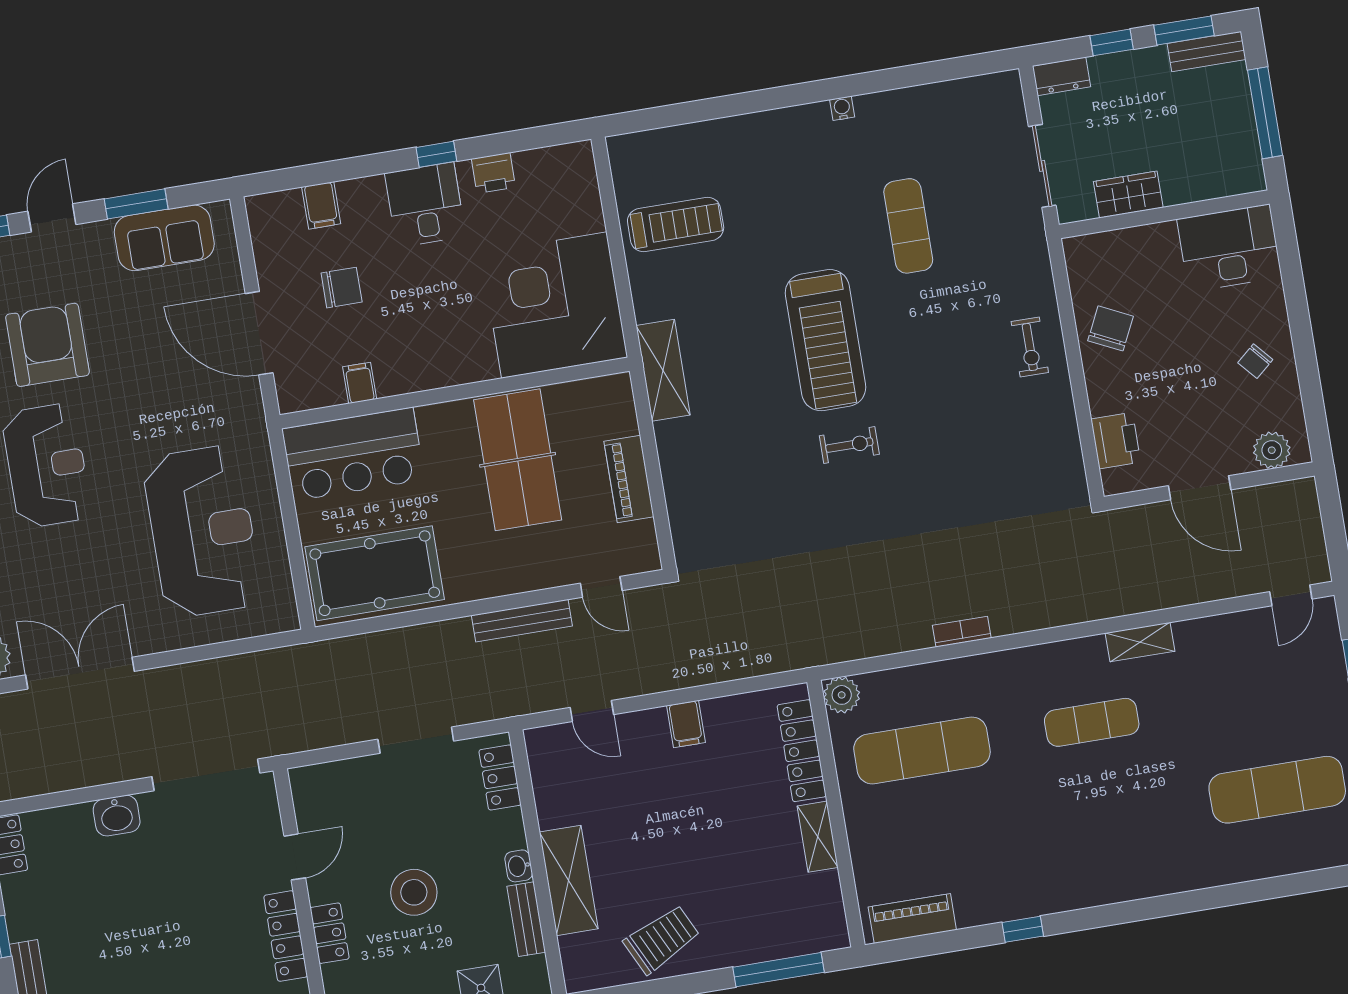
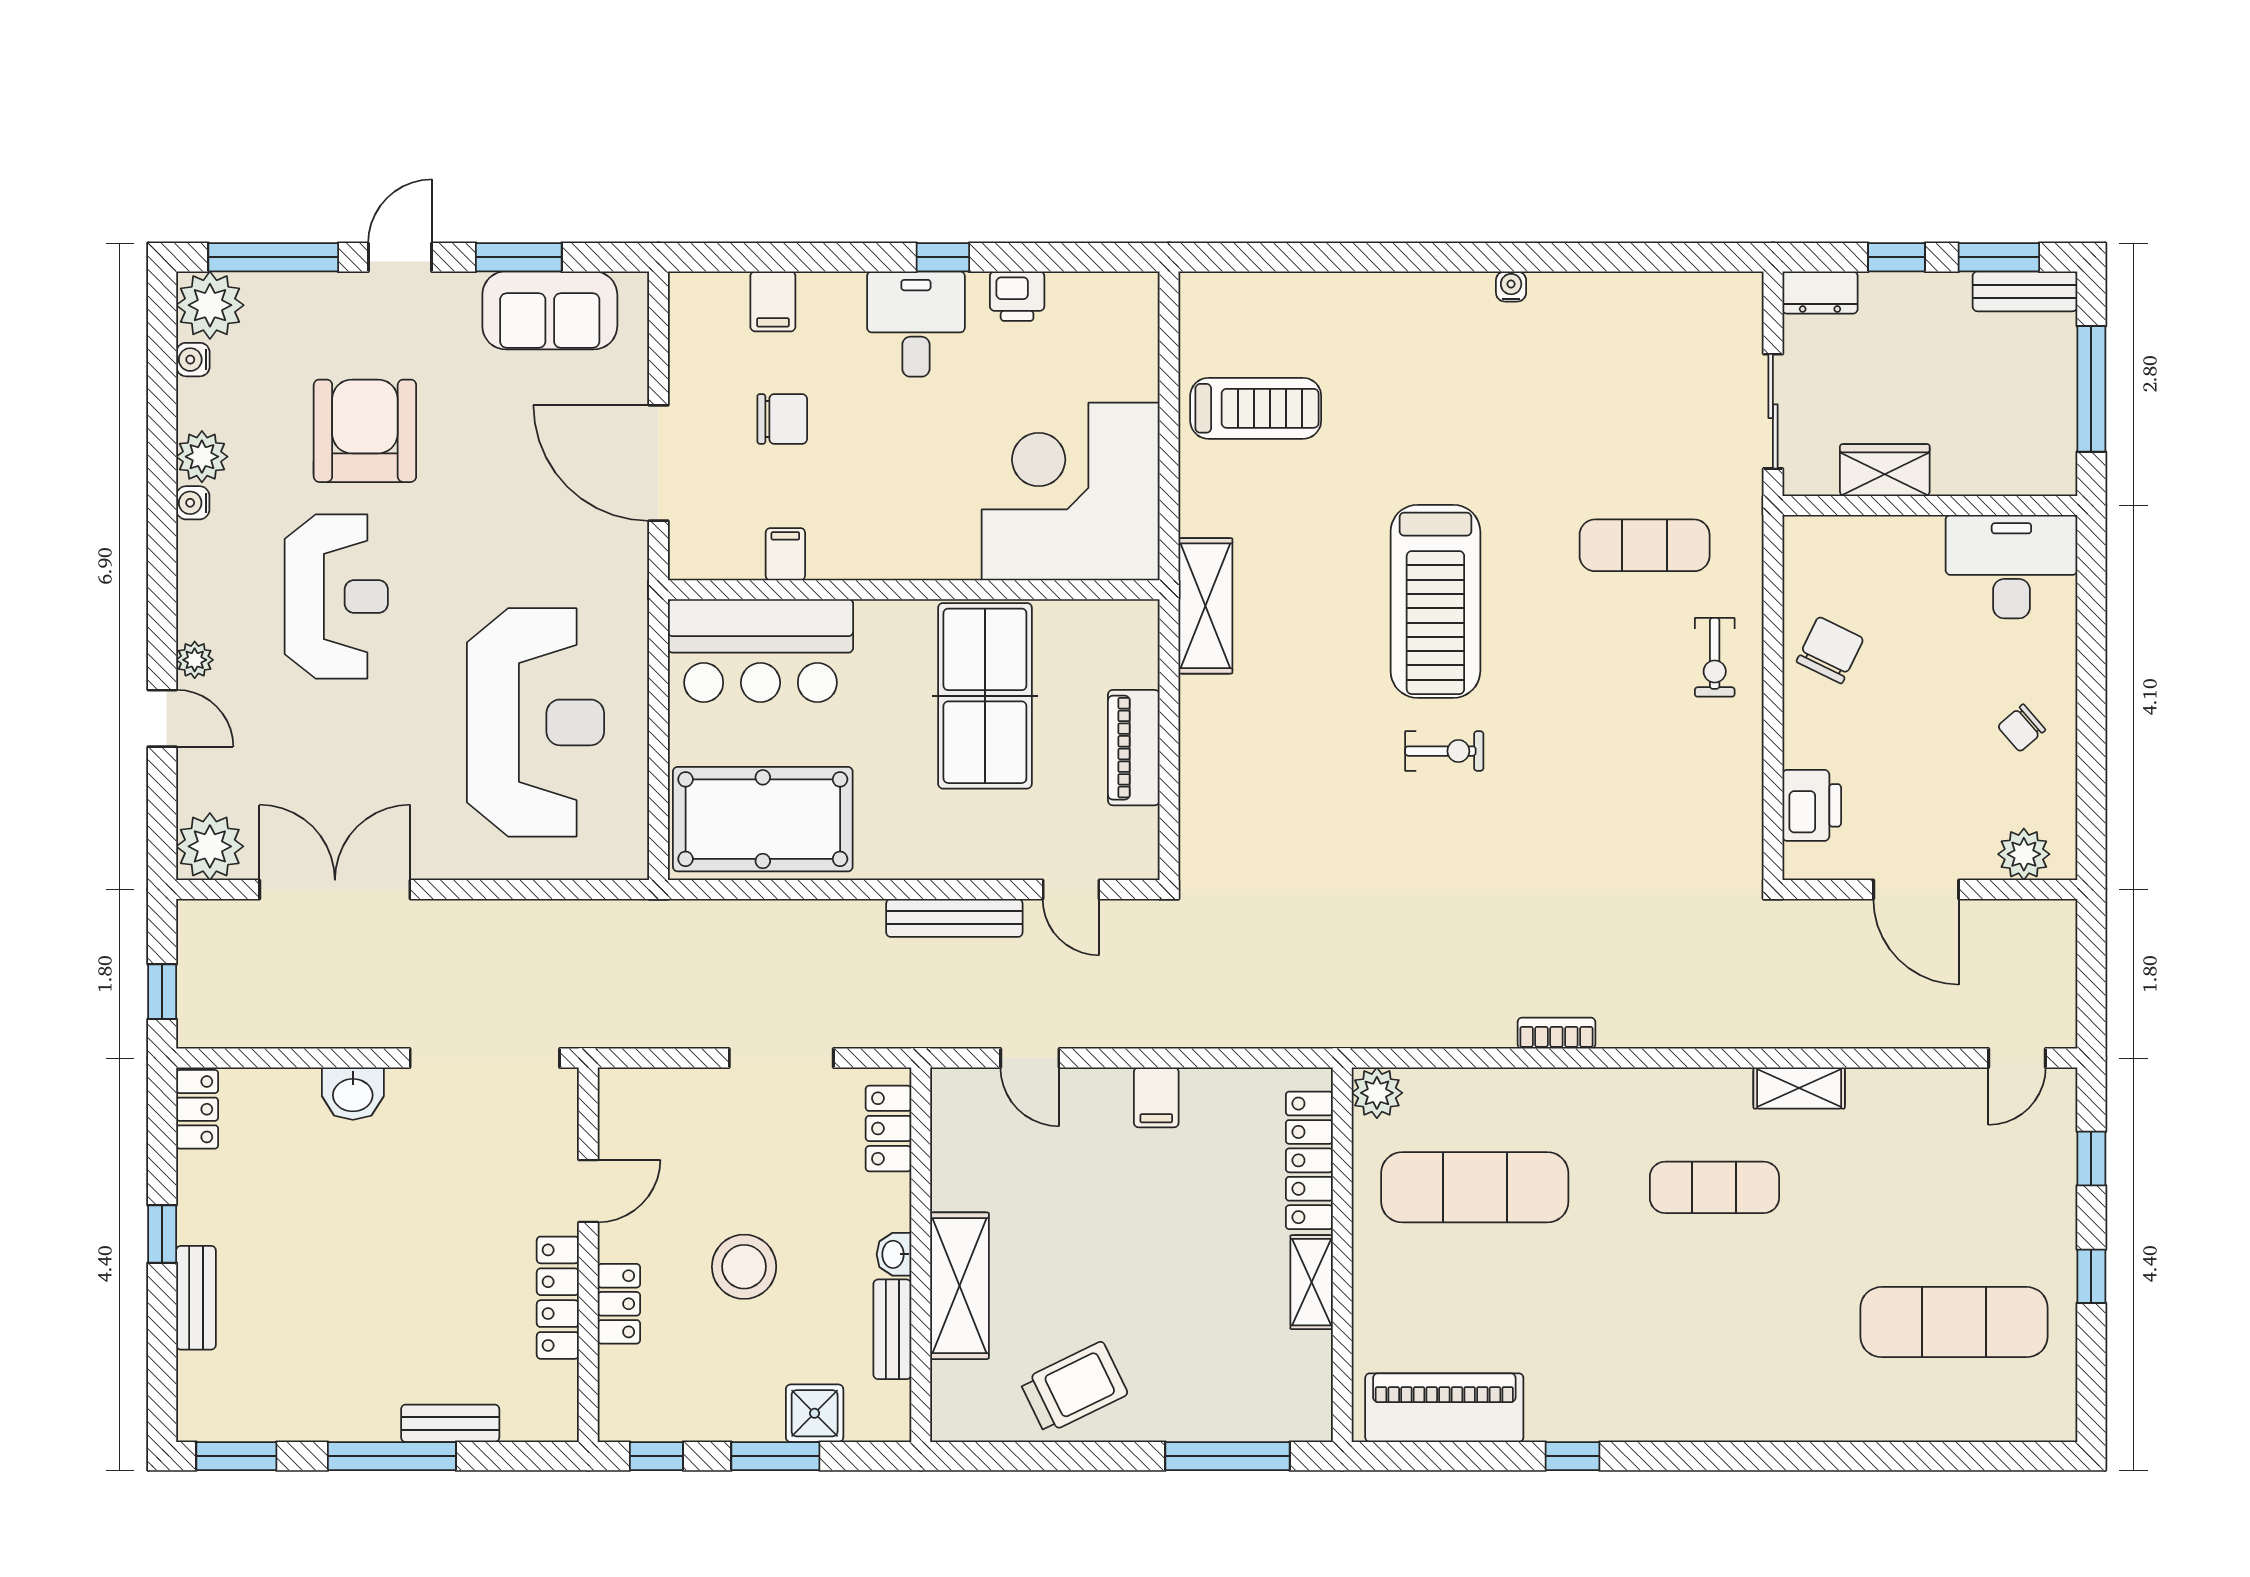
exercise mat: (908, 226) -> (1645, 545), moved, turned 90
piano: (912, 918) -> (1444, 1408), width x1.37, depth x1.33

